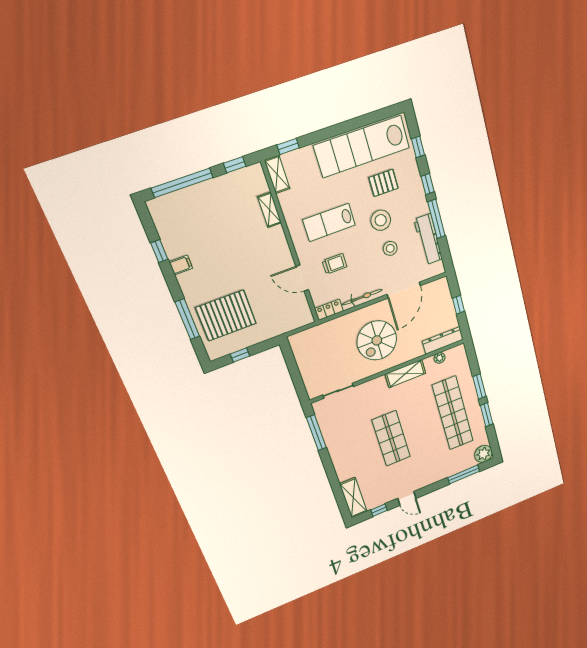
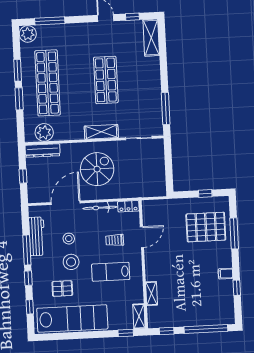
lab bench: (329, 222) -> (111, 272), turned 180
door: (302, 278) -> (142, 237), hinge flipped
plant: (440, 358) -> (44, 132), width x1.88, depth x1.88
shelving: (405, 374) -> (101, 132), moved

